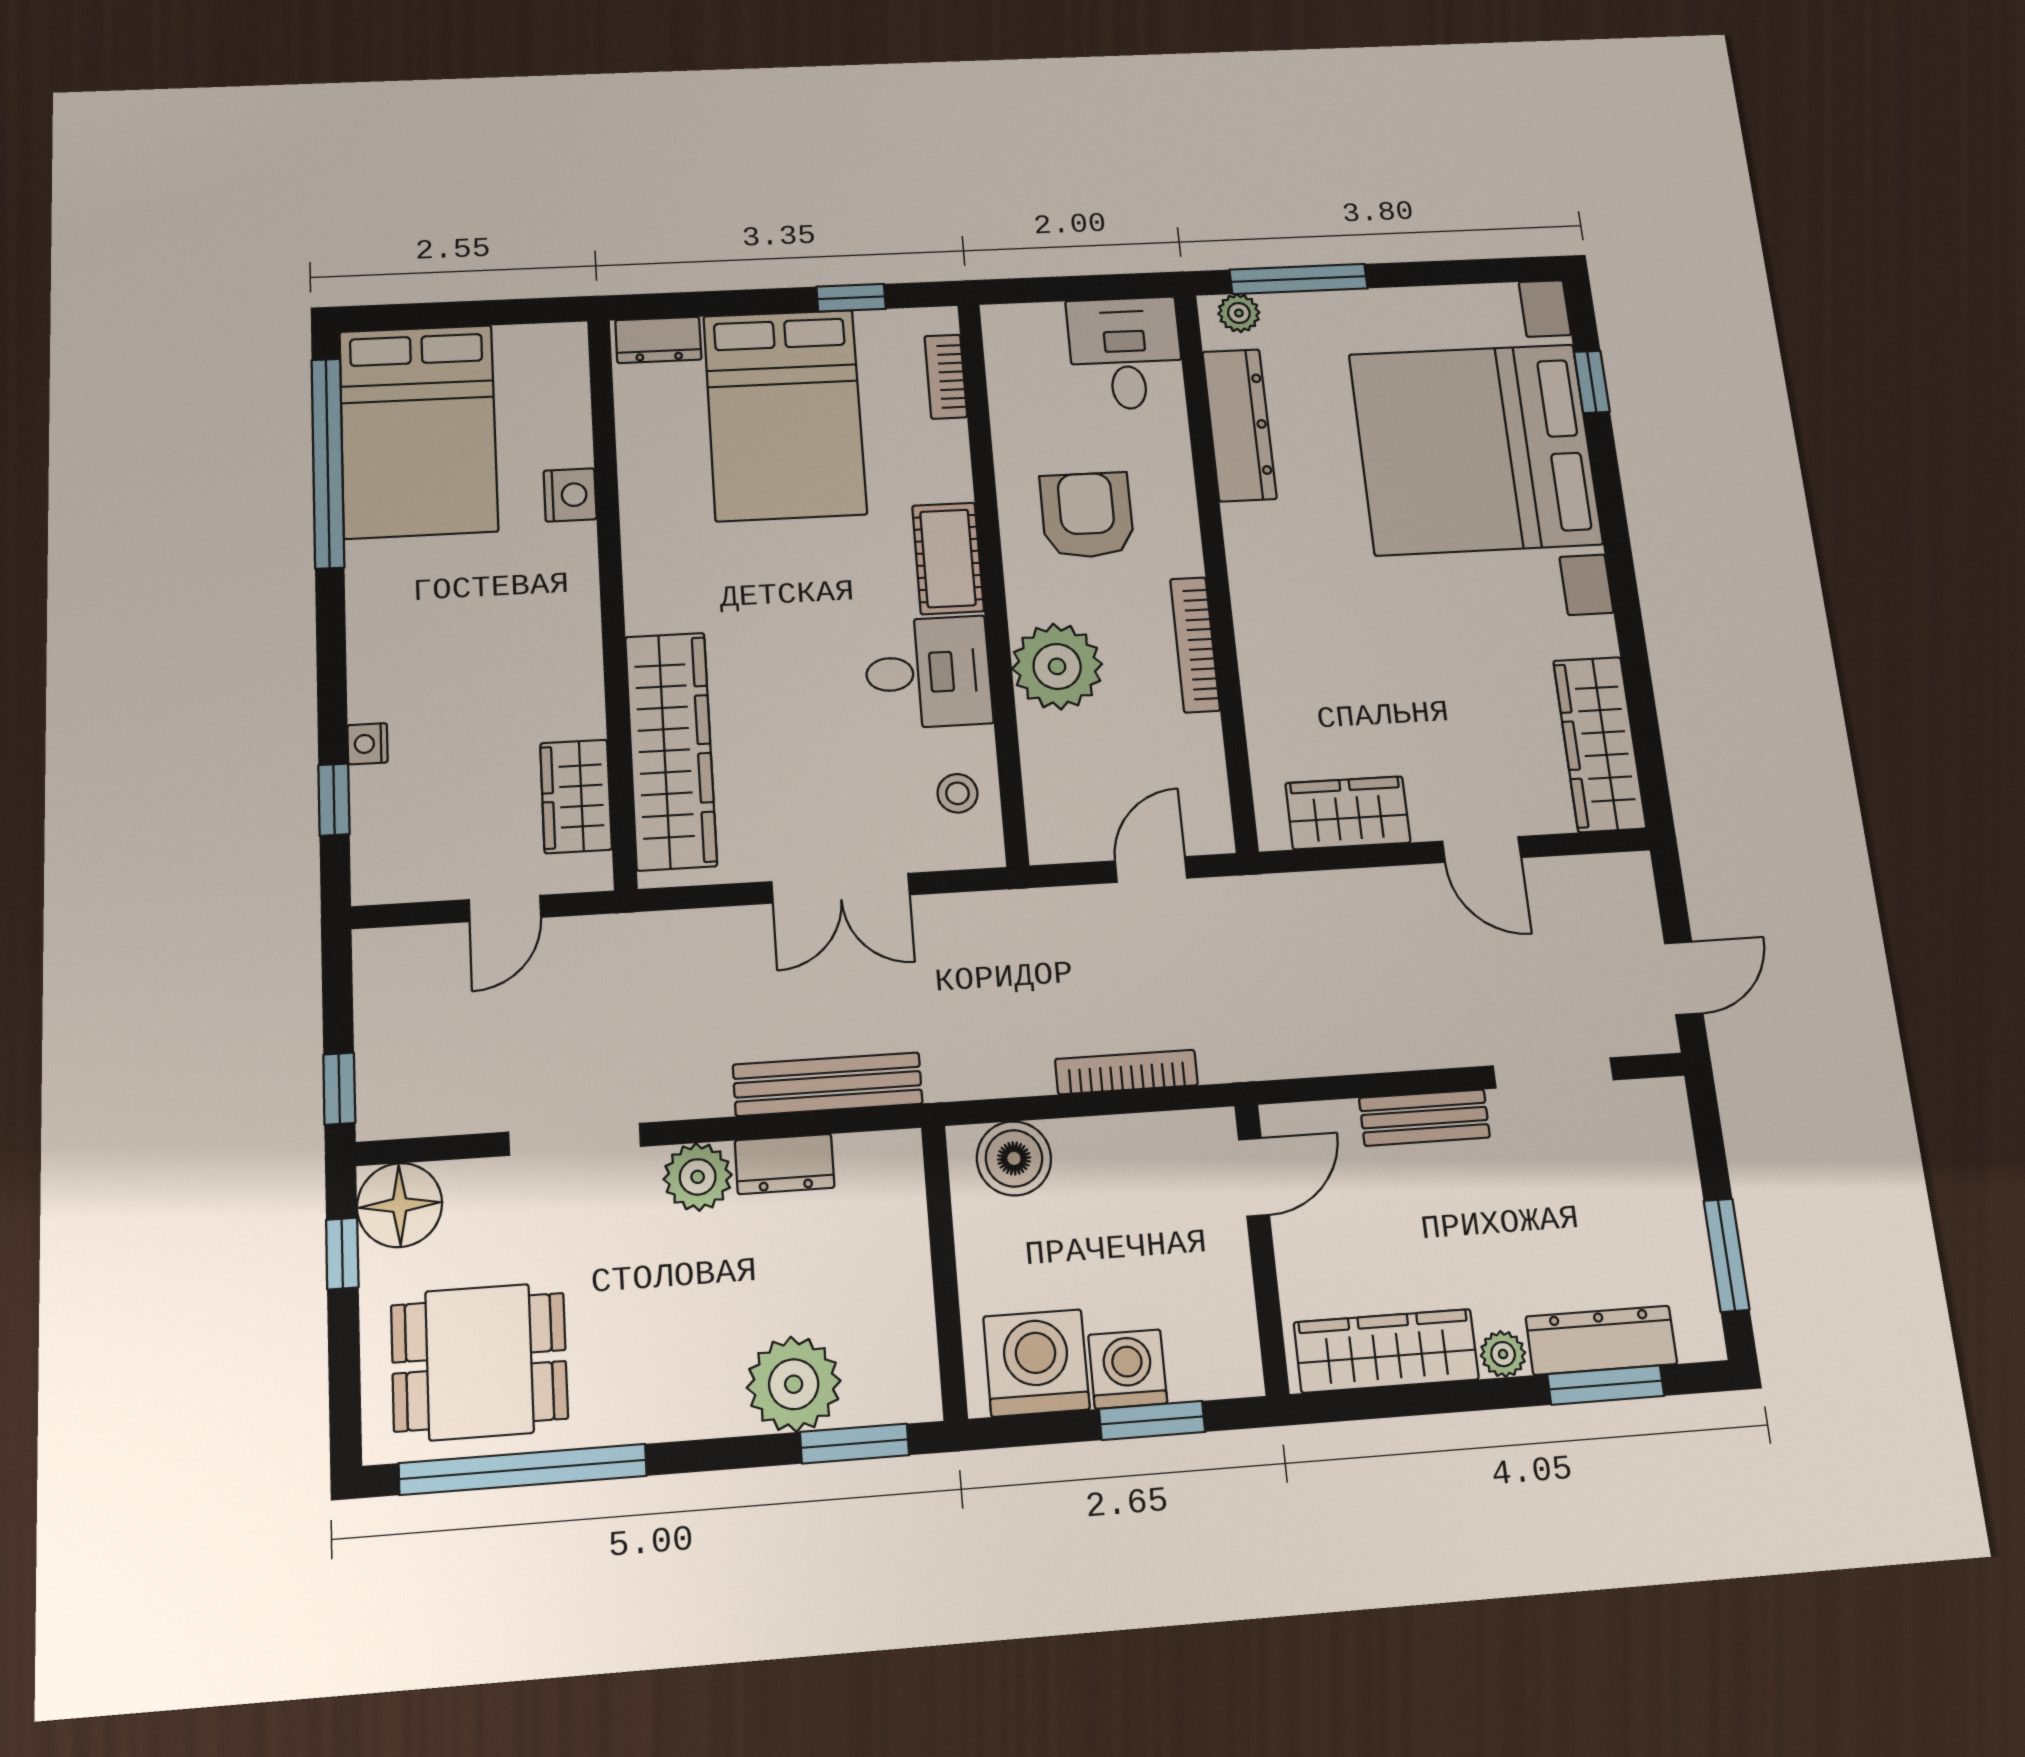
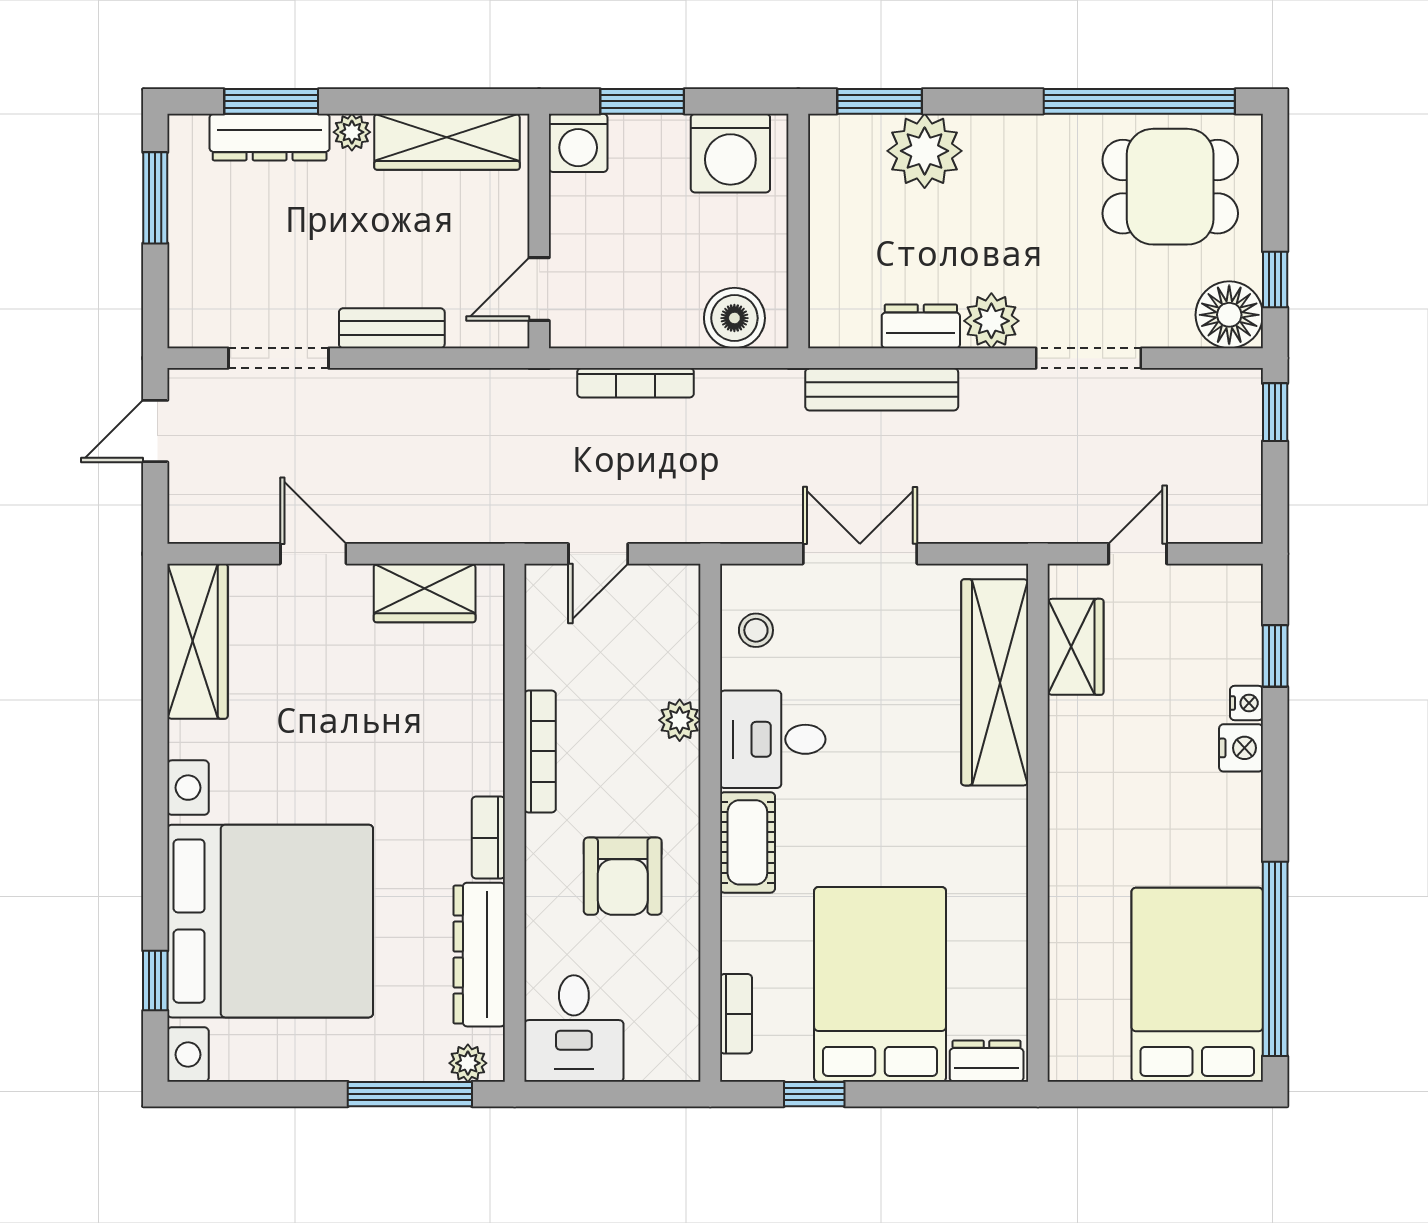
nightstand: (570, 495) -> (1241, 748), moved, turned 180
bookcase: (1243, 549) -> (488, 838), added
plant: (1057, 666) -> (680, 720), width x0.53, depth x0.53
washing machine: (1128, 1369) -> (578, 143), moved

